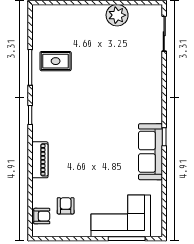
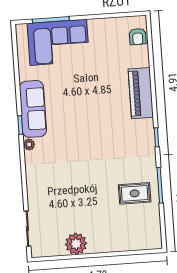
plant: (157, 117) -> (29, 145), added
piano: (40, 160) -> (141, 93), width x1.37, depth x1.33
armchair: (66, 206) -> (114, 49), removed
armchair: (42, 216) -> (138, 37), turned -90

